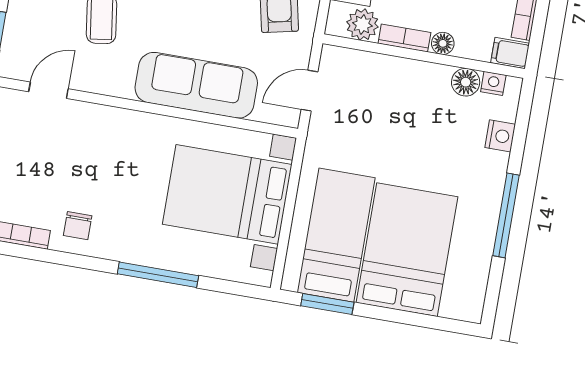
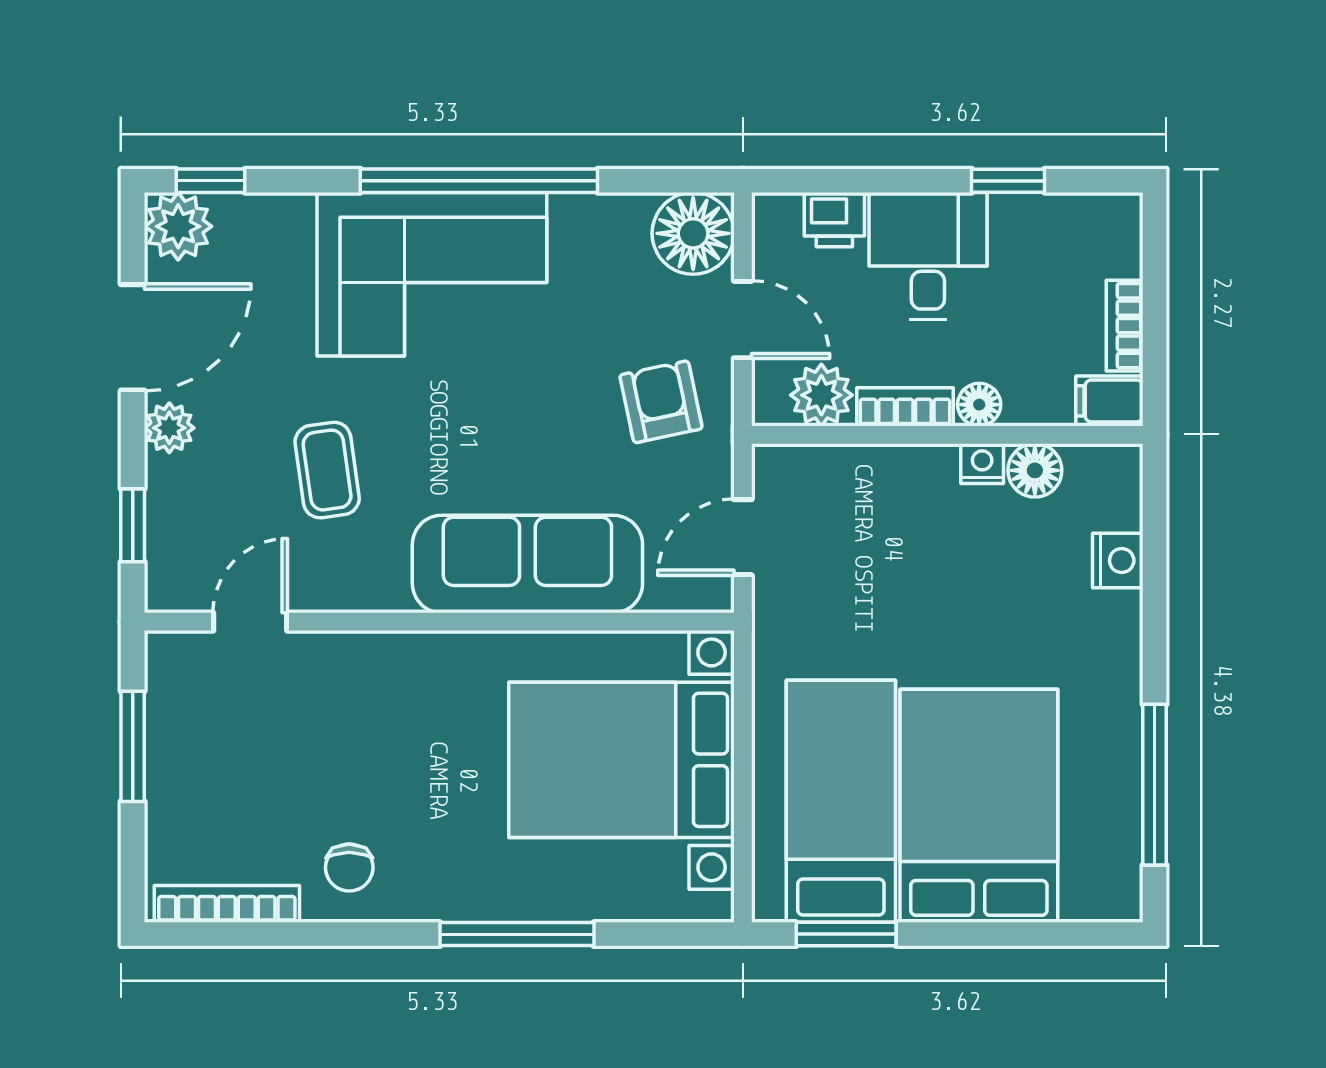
nightstand: (493, 83) -> (982, 464), moved
window: (506, 215) -> (1155, 785), moved

